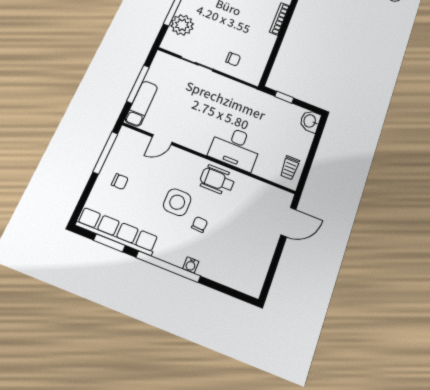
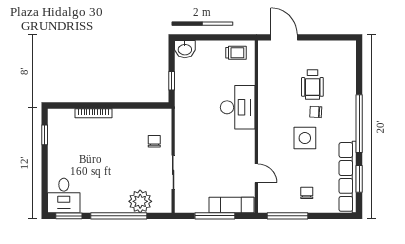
wheelchair: (217, 180) -> (312, 85), moved
water cooler: (191, 265) -> (351, 106), removed

